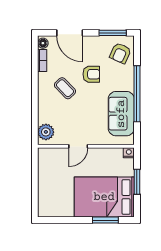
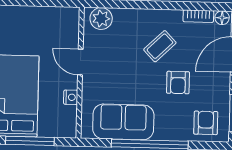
armchair: (120, 53) -> (206, 123), turned 66
nightstand: (129, 153) -> (71, 97), moved
window: (137, 182) -> (30, 141), width x1.44

